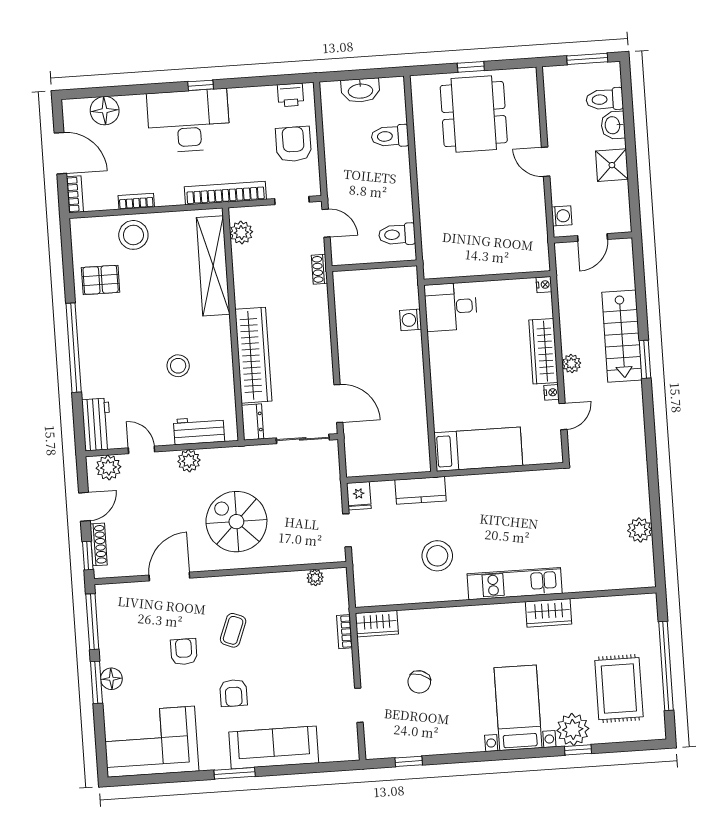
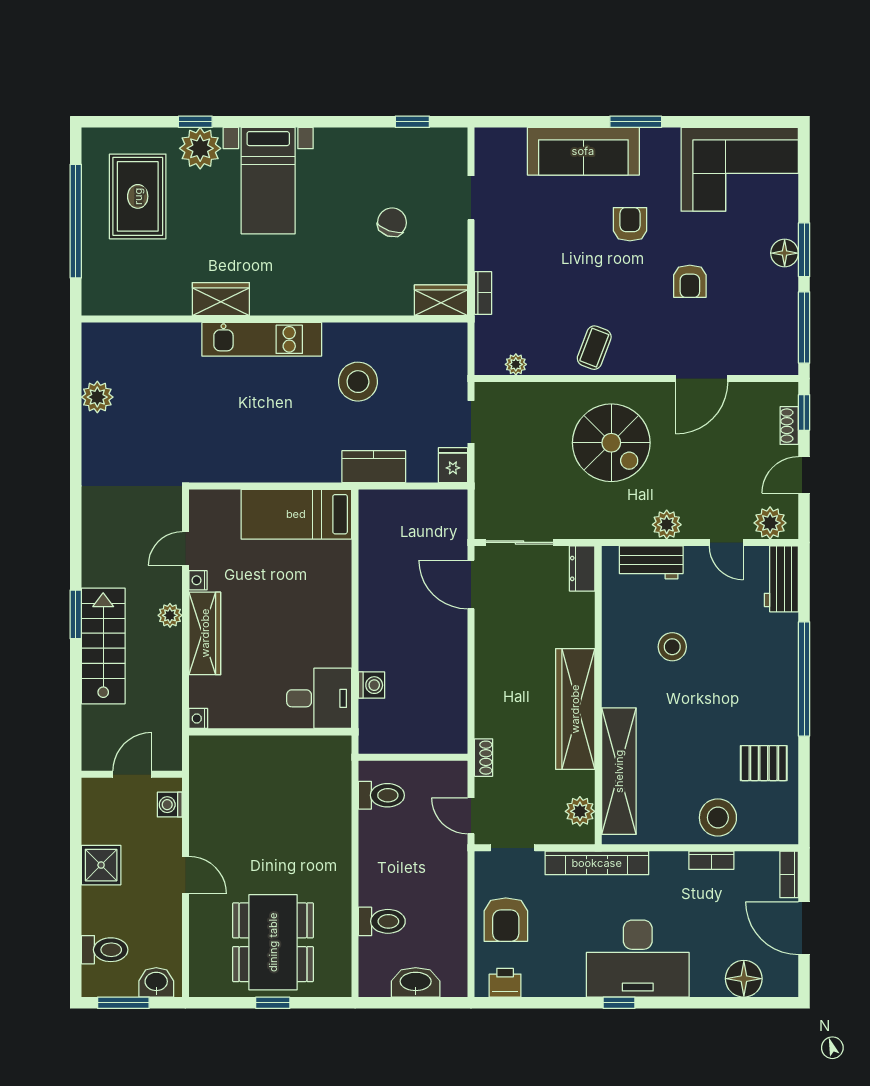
washbasin: (613, 125) -> (156, 982), moved, turned -90
wardrobe: (253, 355) -> (575, 709), moved
shoe rack: (99, 544) -> (789, 426), width x0.70
coffee table: (233, 630) -> (594, 348), moved

